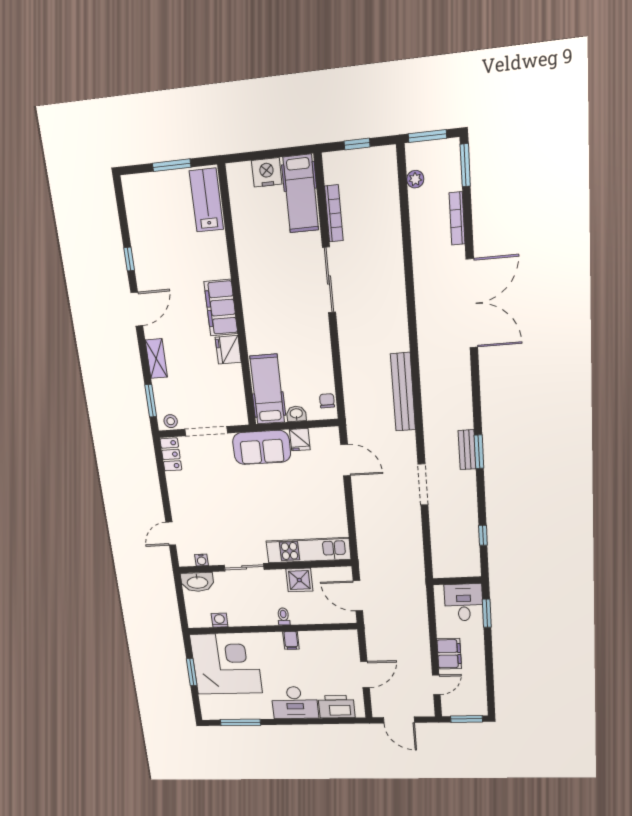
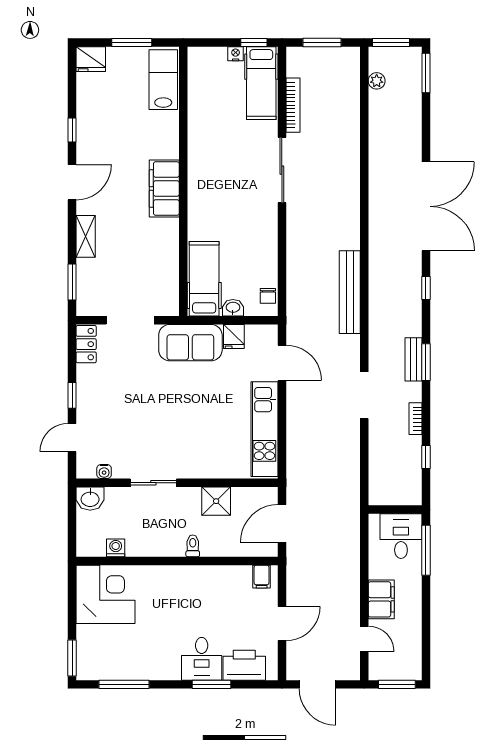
window: (357, 144) -> (322, 42), width x1.50
window: (289, 152) -> (254, 42), added
nightstand: (267, 172) -> (236, 54), width x0.53, depth x0.56
bookcase: (457, 218) -> (415, 419), moved, width x0.64
fridge: (228, 350) -> (91, 59), moved, turned -90
window: (476, 383) -> (426, 288), added
chair: (327, 401) -> (268, 296), turned 180
stool: (171, 421) -> (91, 306), removed
window: (165, 499) -> (72, 395), added
kitchen unit: (308, 550) -> (264, 429), moved, turned -90
washbasin: (197, 582) -> (90, 499), width x0.72
door: (358, 596) -> (282, 523), hinge flipped
window: (487, 613) -> (426, 550), width x1.44
filing cabinet: (291, 640) -> (262, 577), moved
corner desk: (226, 664) -> (105, 594), width x0.74, depth x0.74
window: (192, 672) -> (72, 658), moved
door: (436, 685) -> (364, 639), hinge flipped
desk: (295, 703) -> (202, 659), width x0.73
window: (311, 721) -> (212, 684), added

